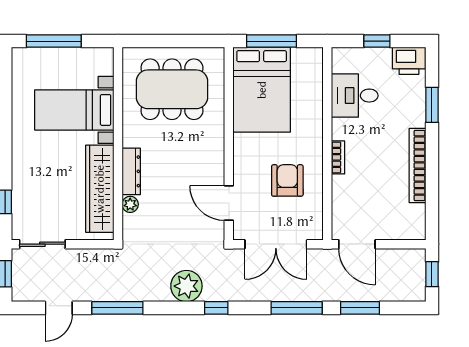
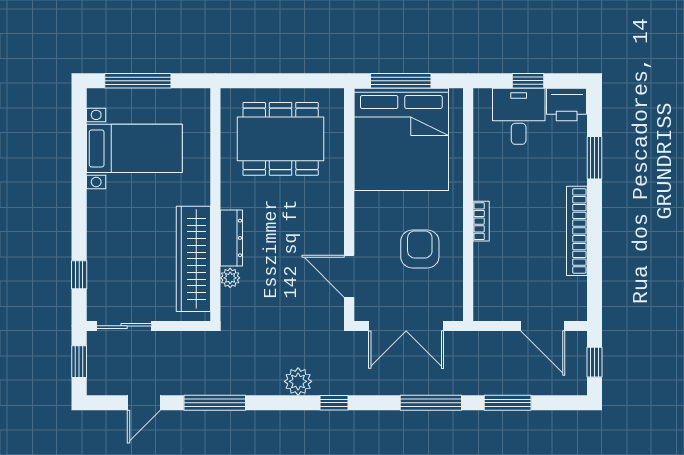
bed: (262, 90) -> (401, 139), width x1.36
desk: (355, 96) -> (519, 116), moved, turned 90
bed with nightstands: (74, 110) -> (134, 148), moved, turned 180
door: (357, 244) -> (543, 326), moved
plant: (186, 286) -> (298, 381), width x0.73, depth x0.73

